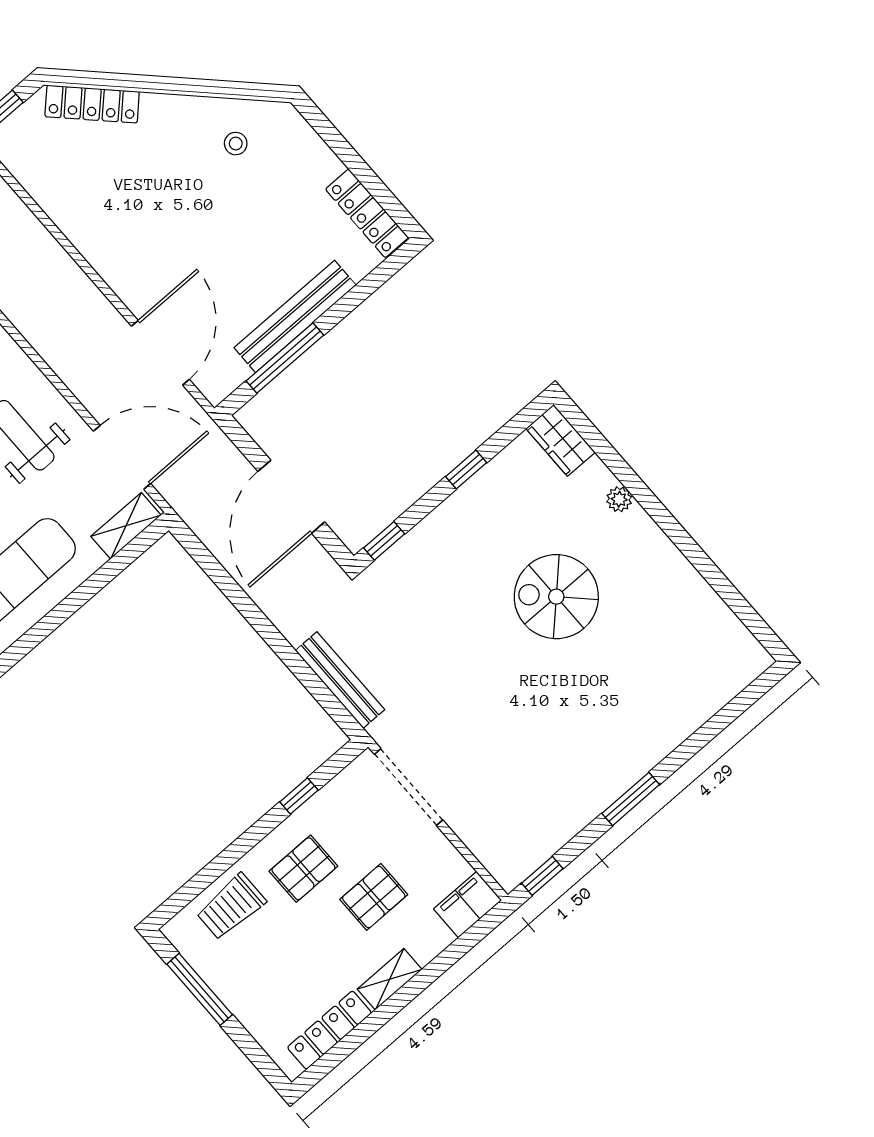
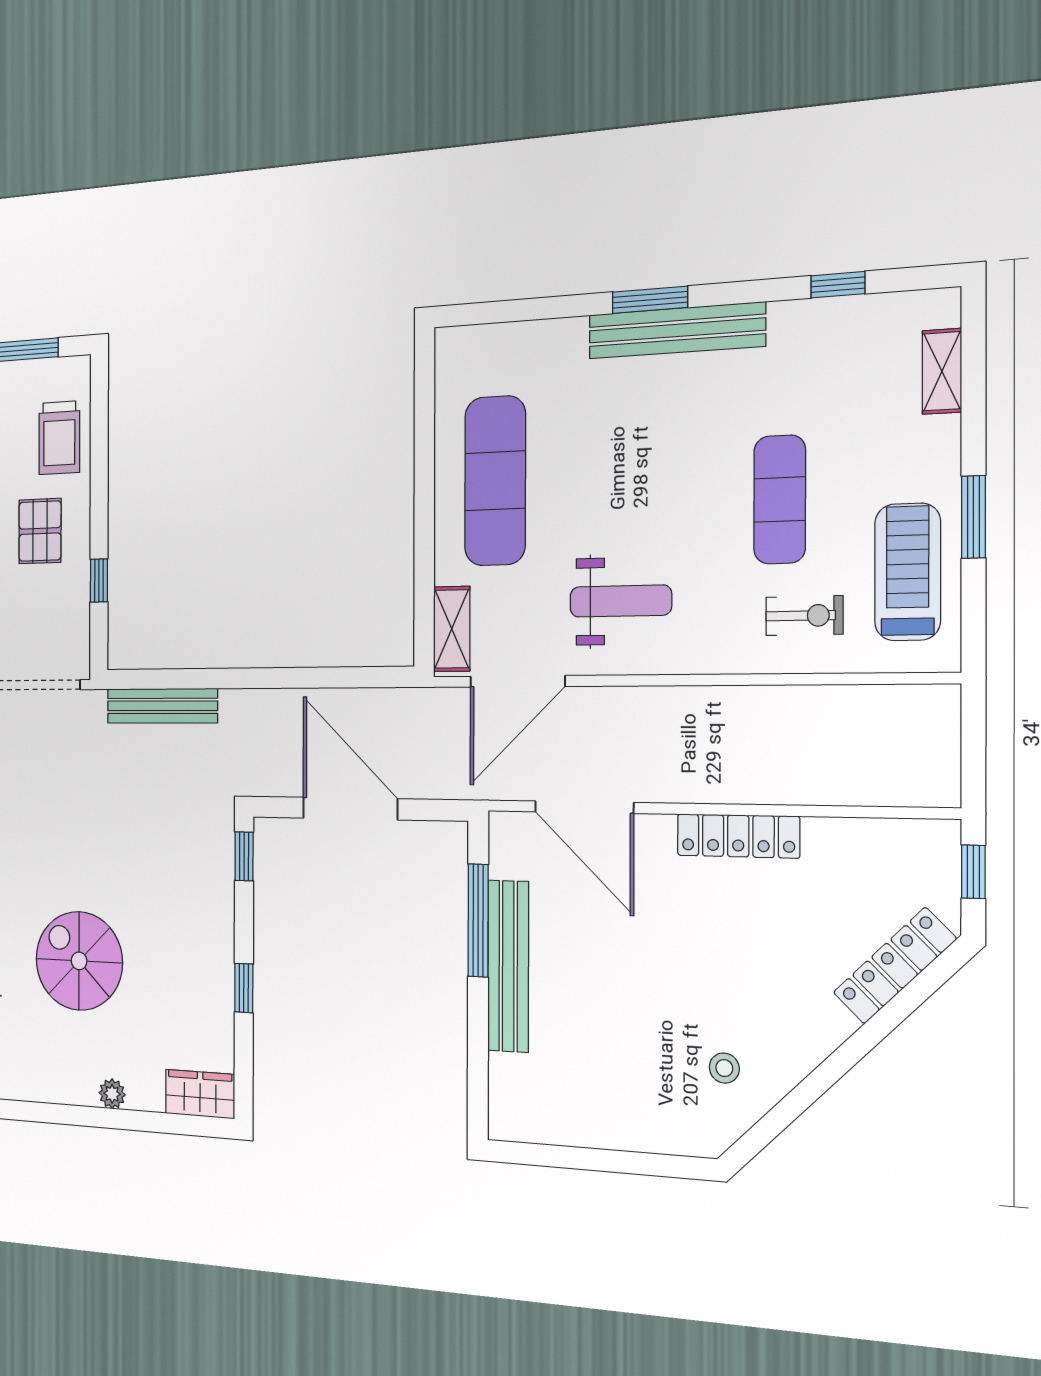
locker: (367, 213) -> (738, 836), moved, turned 180
spiral stairs: (556, 597) -> (79, 961), turned -90
trolley: (231, 907) -> (59, 438), turned 180

